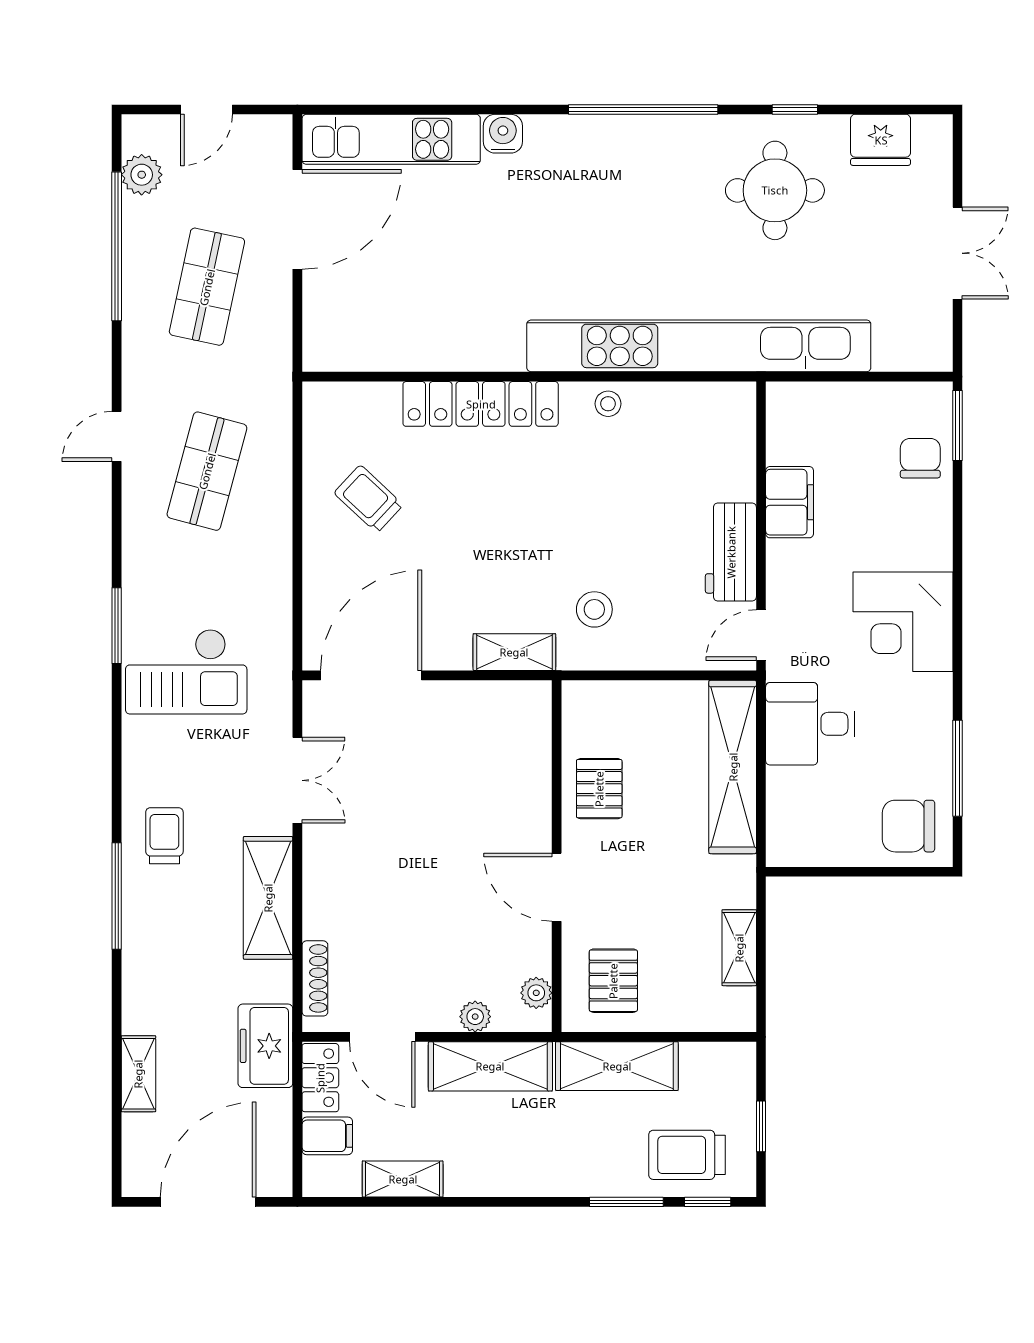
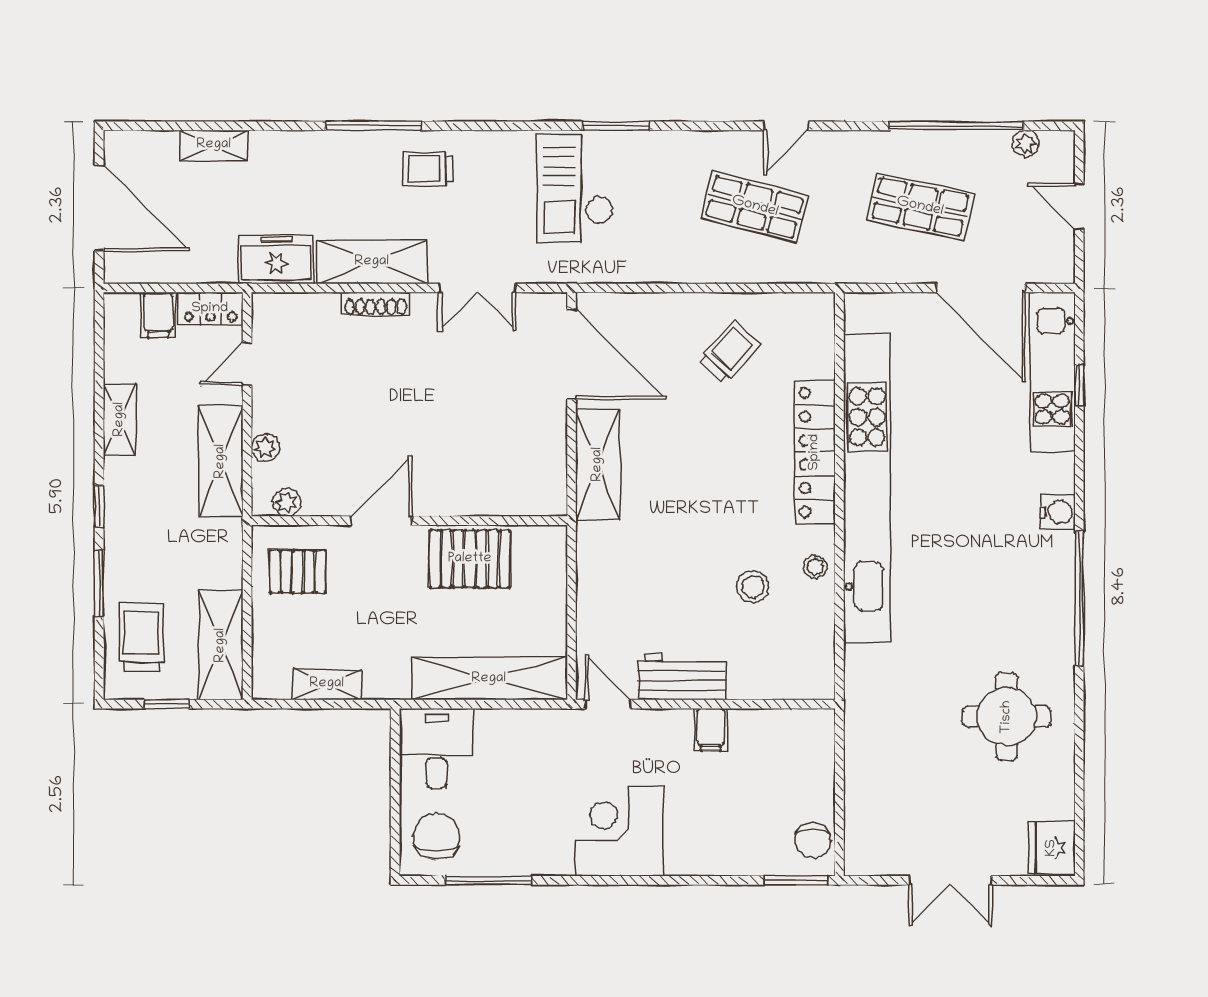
window: (795, 109) -> (1079, 386), moved
water cooler: (503, 134) -> (1057, 512), moved
fridge: (881, 140) -> (1052, 848), moved
plant: (142, 175) -> (1026, 143), width x0.73, depth x0.73
kitchen unit: (699, 346) -> (867, 488), moved
door: (117, 436) -> (786, 126), swing flipped
chair: (920, 458) -> (813, 840), moved, turned 90
filing cabinet: (790, 502) -> (711, 730), width x0.50
stool: (594, 609) -> (753, 587), moved
shelving: (514, 652) -> (598, 464), width x1.50, depth x1.33
desk: (810, 724) -> (437, 748), moved
pallet: (599, 789) -> (470, 559), width x1.50, depth x1.42
trolley: (164, 836) -> (428, 169), turned 180
shoe rack: (315, 978) -> (376, 304), moved
door: (382, 1037) -> (247, 364), width x0.73
freezer: (265, 1046) -> (276, 259), moved
shelving: (617, 1066) -> (221, 645), moved
shelving: (403, 1179) -> (120, 419), moved
window: (708, 1202) -> (99, 506), moved

